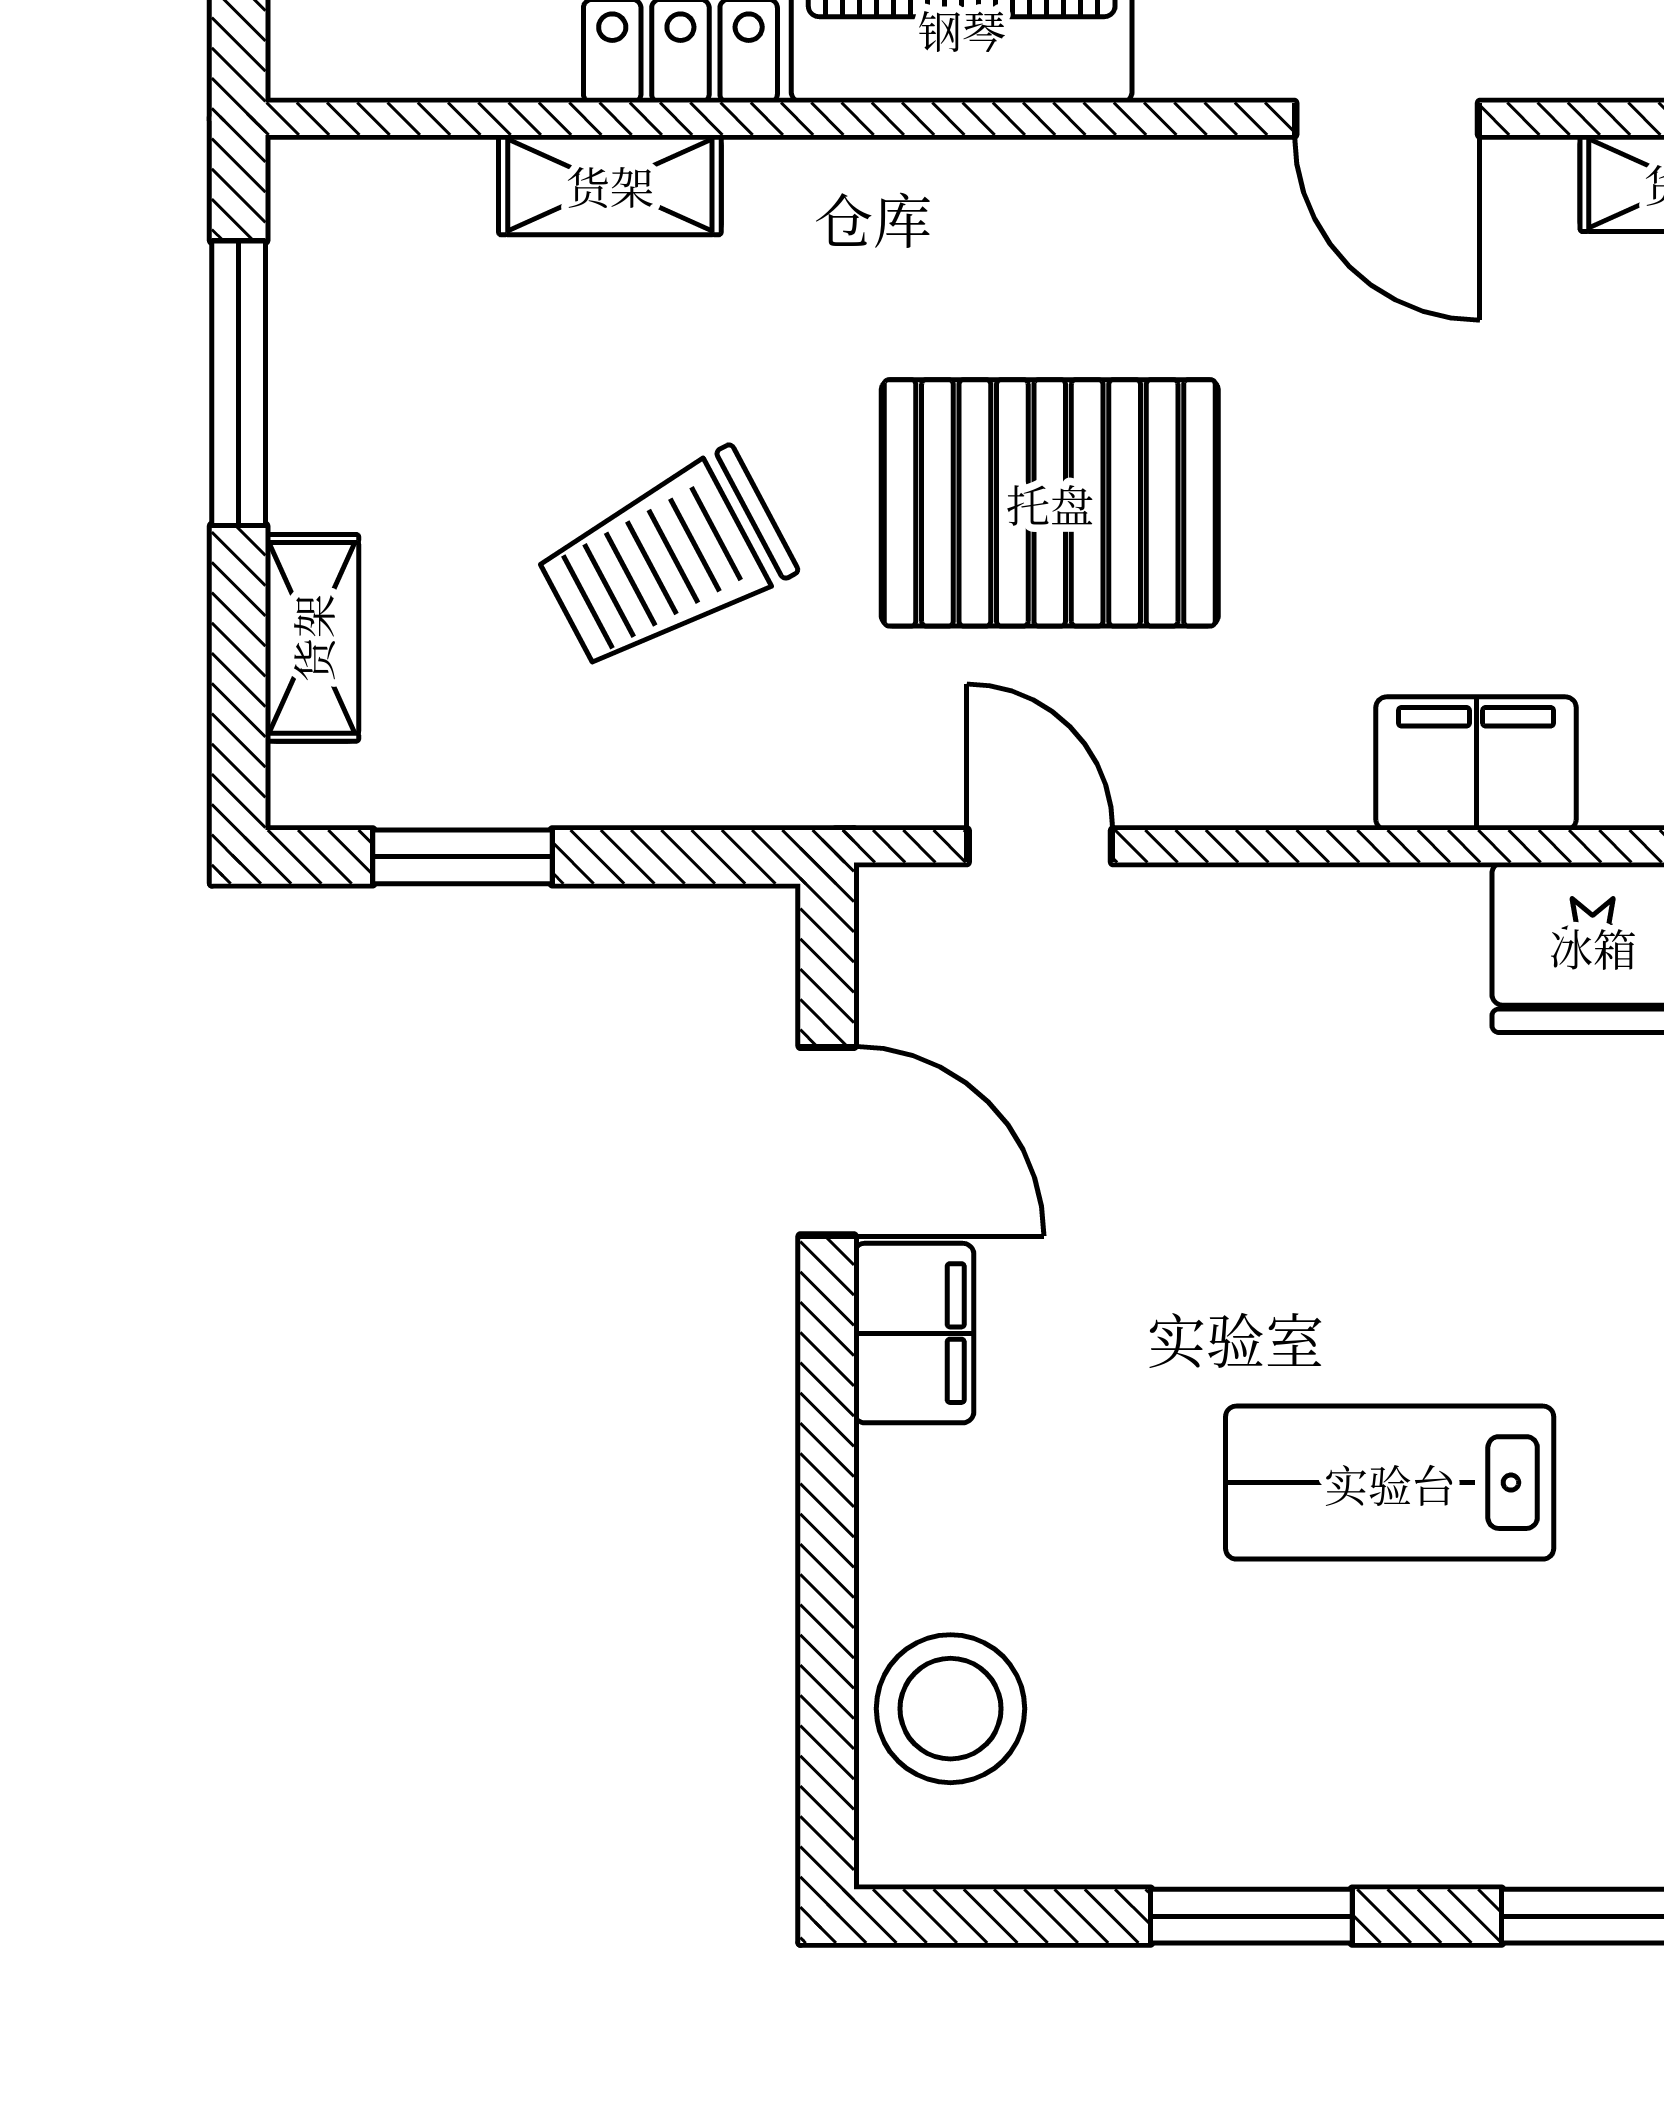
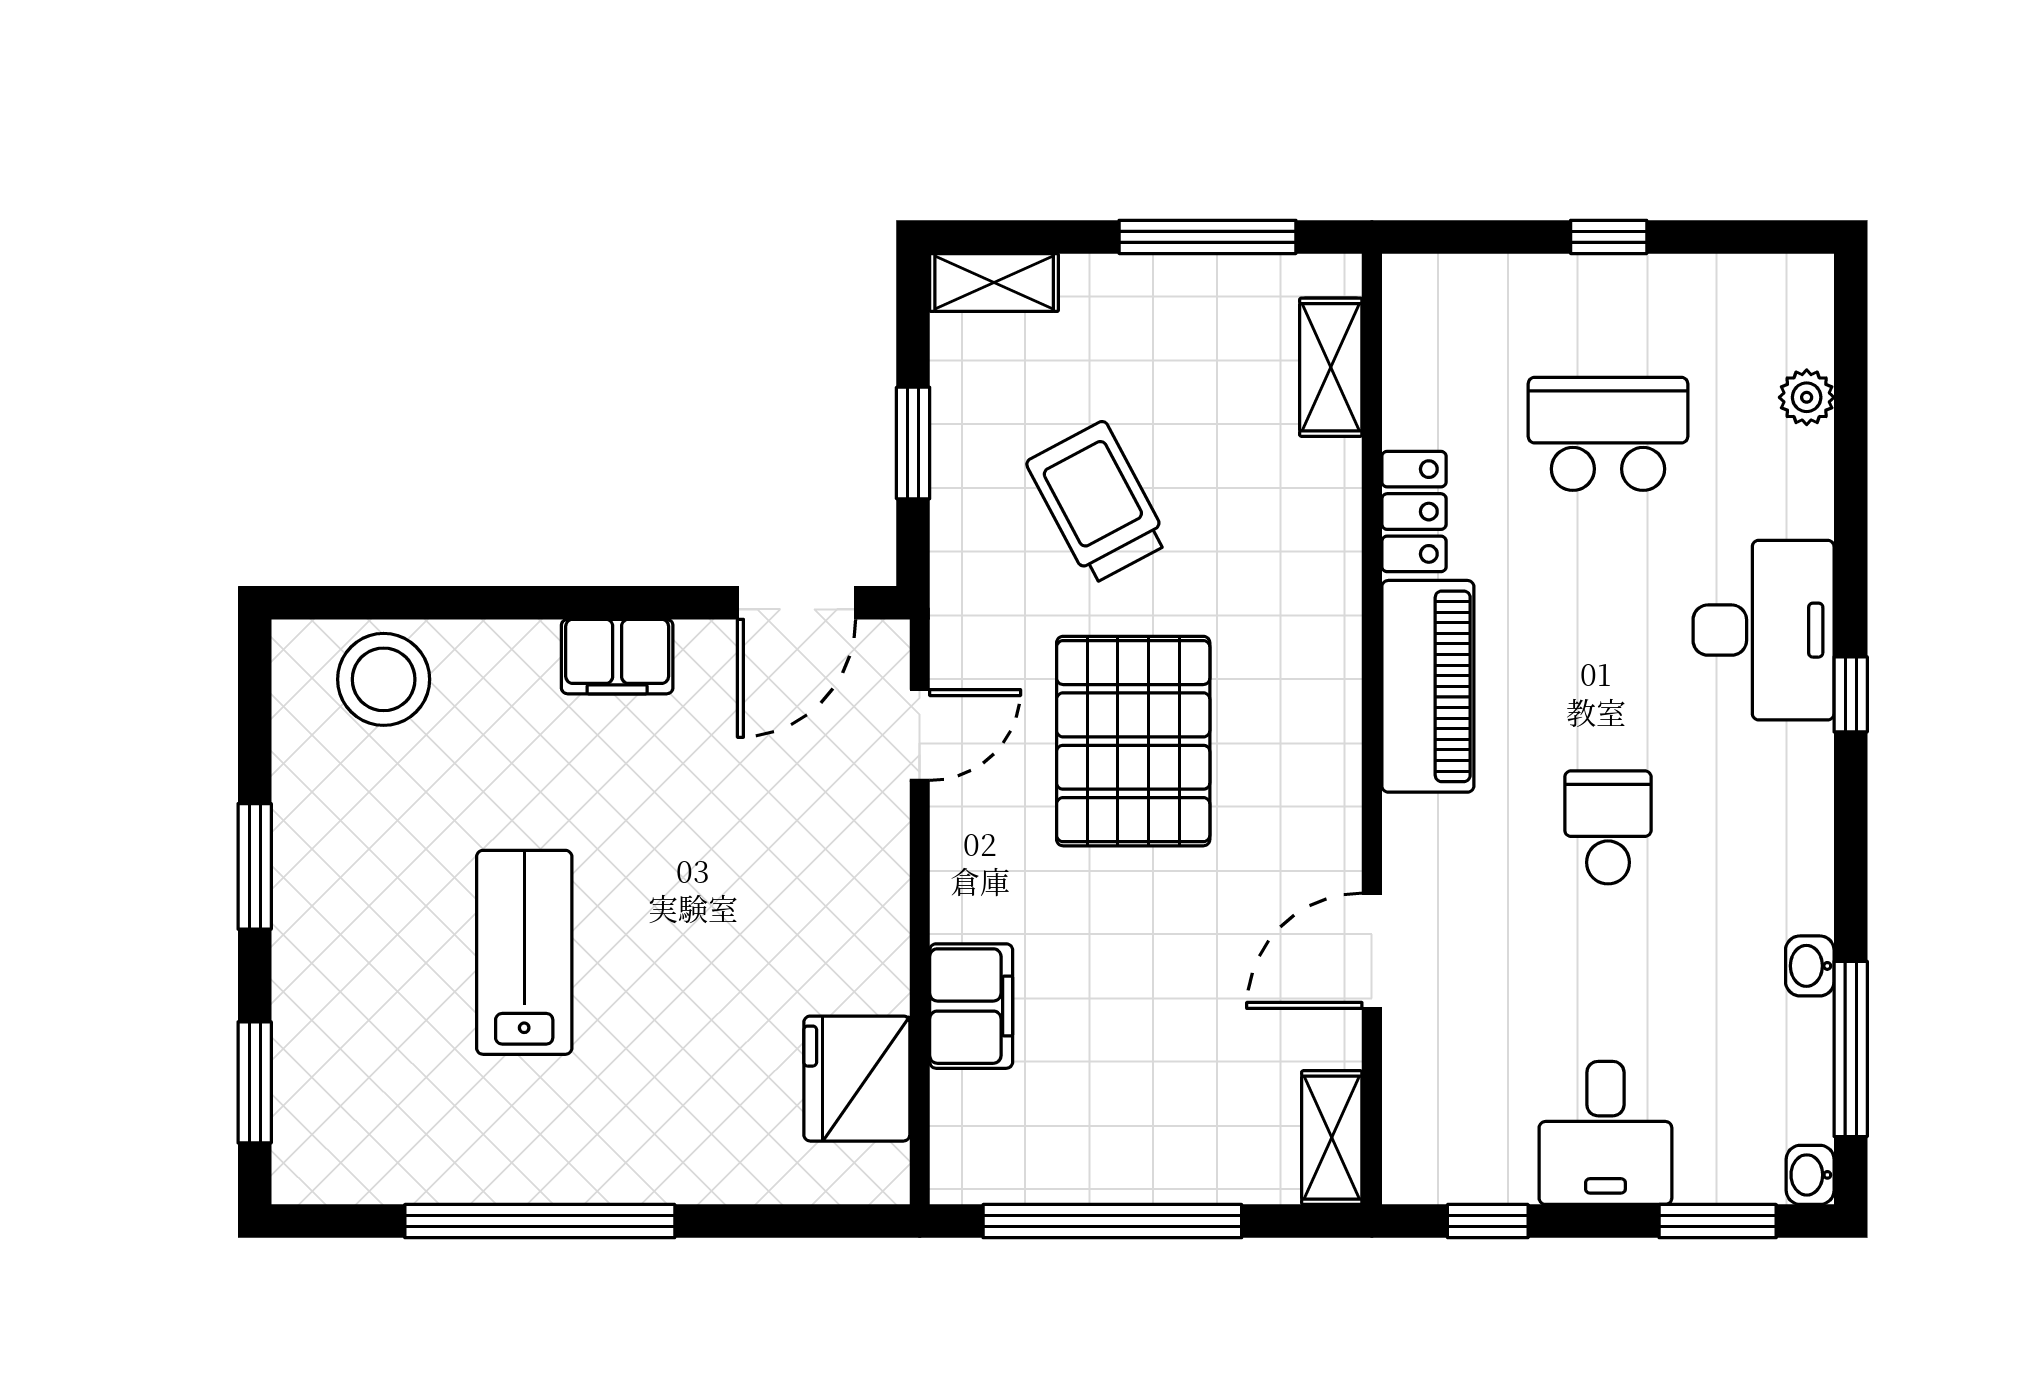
shelving: (610, 185) -> (1331, 367), moved
shelving: (312, 638) -> (994, 283), moved
window: (462, 857) -> (913, 443), moved
door: (827, 1141) -> (796, 603), moved

